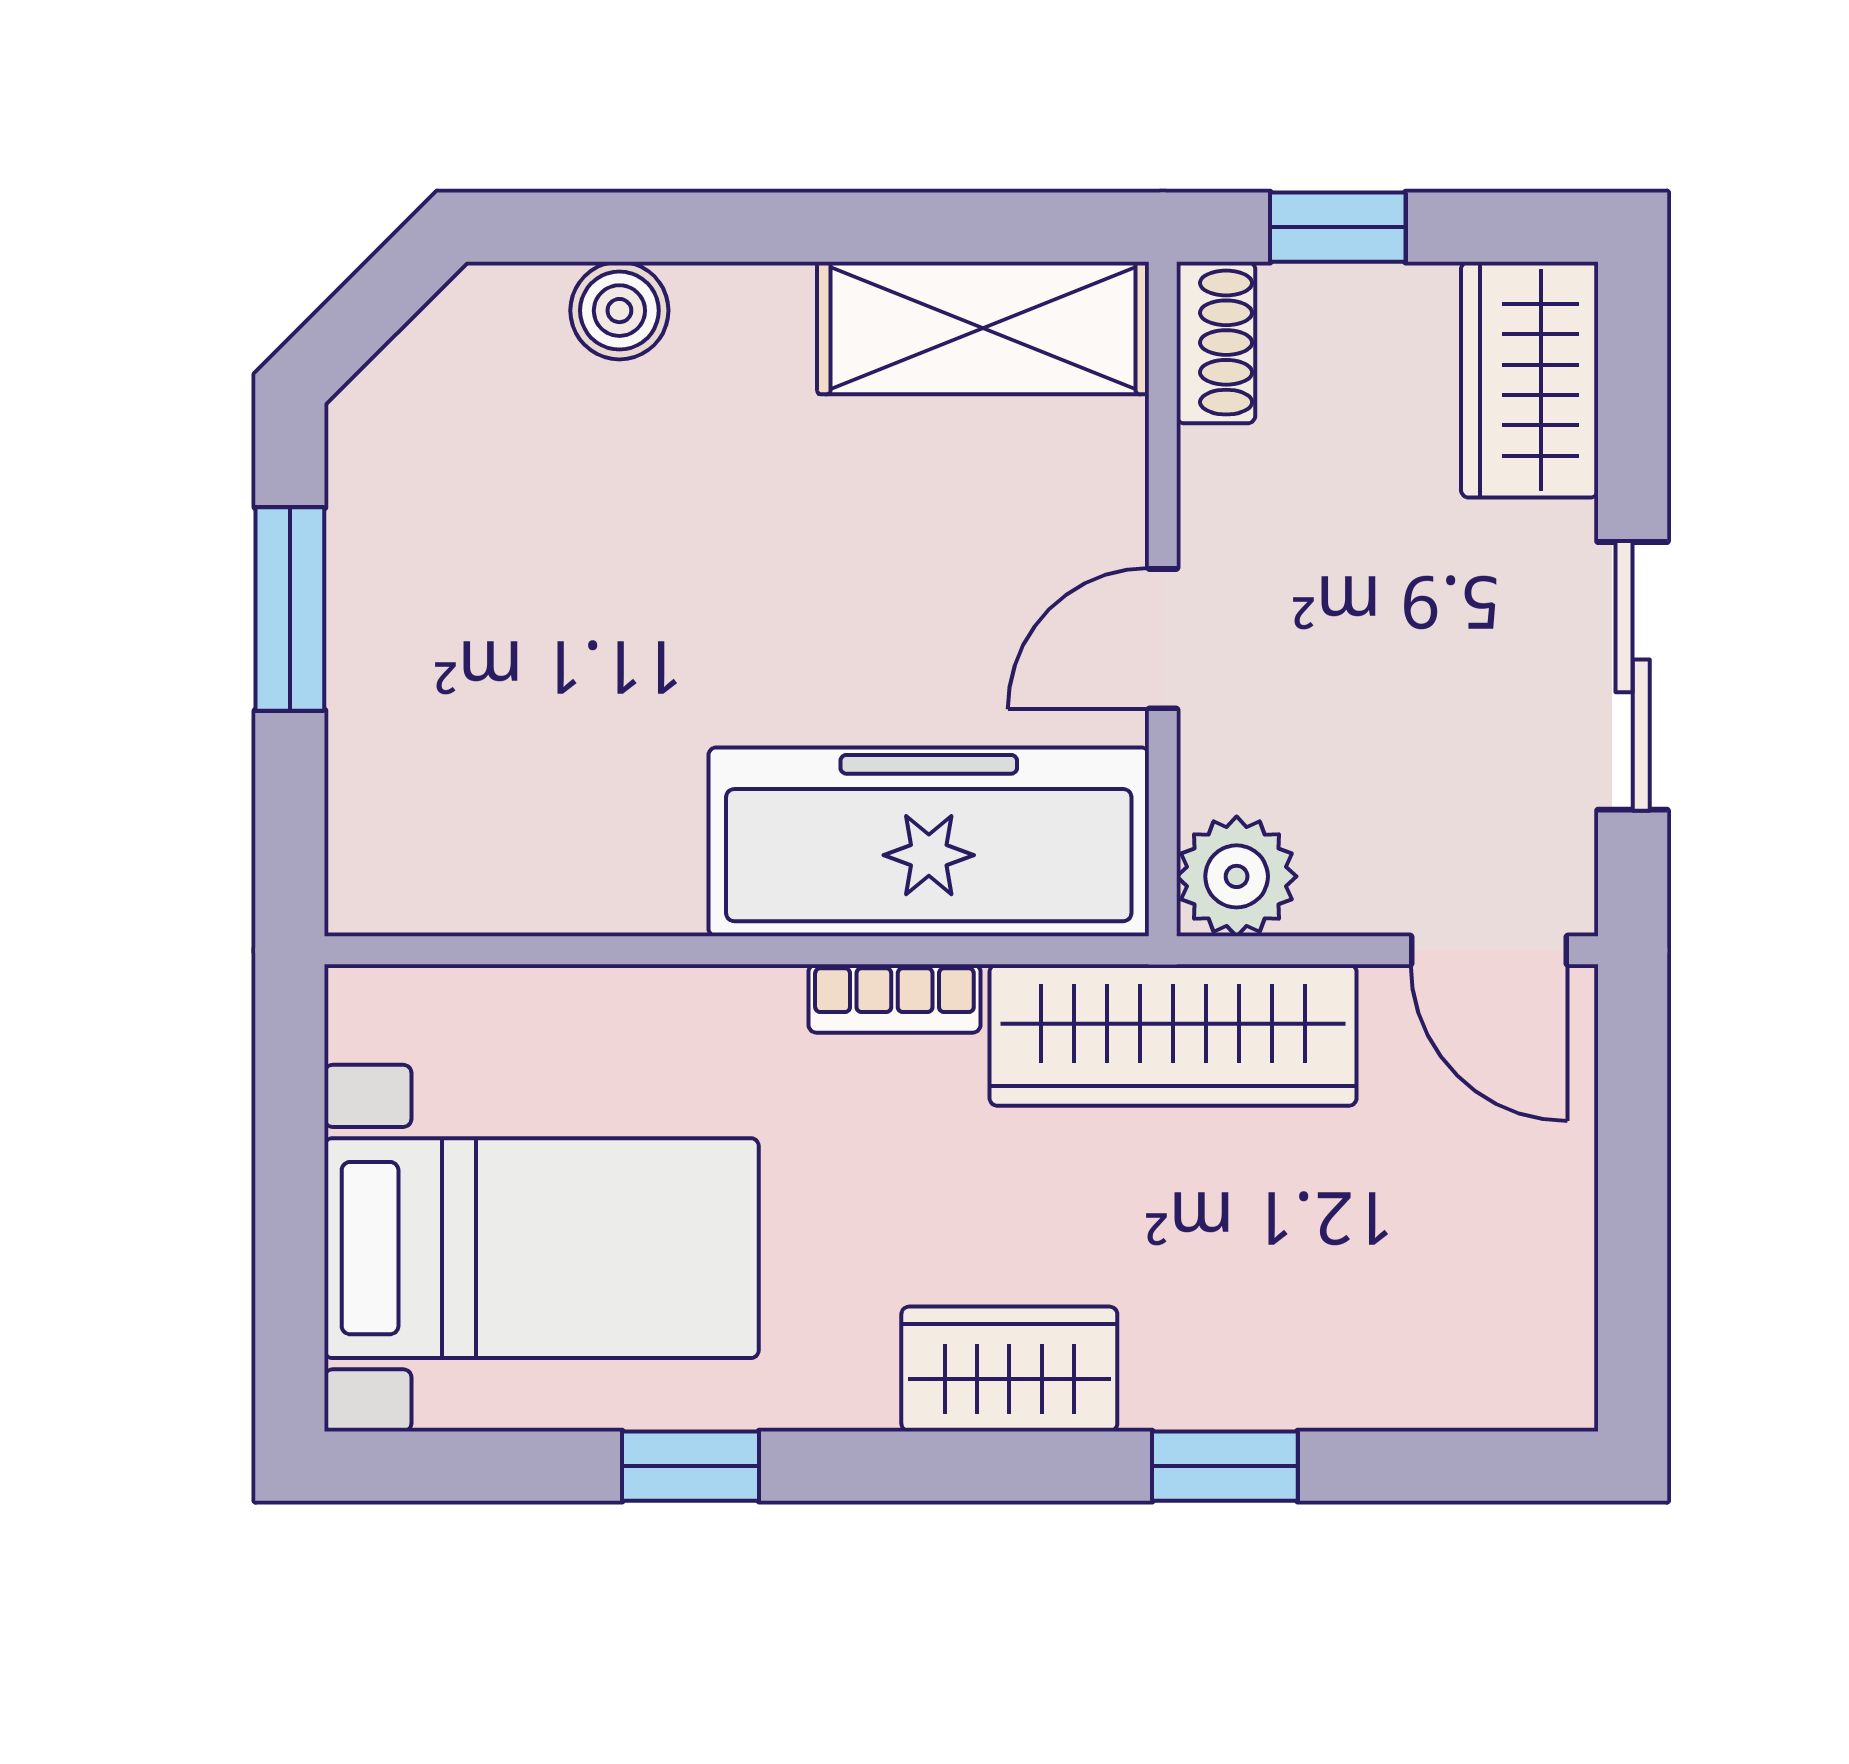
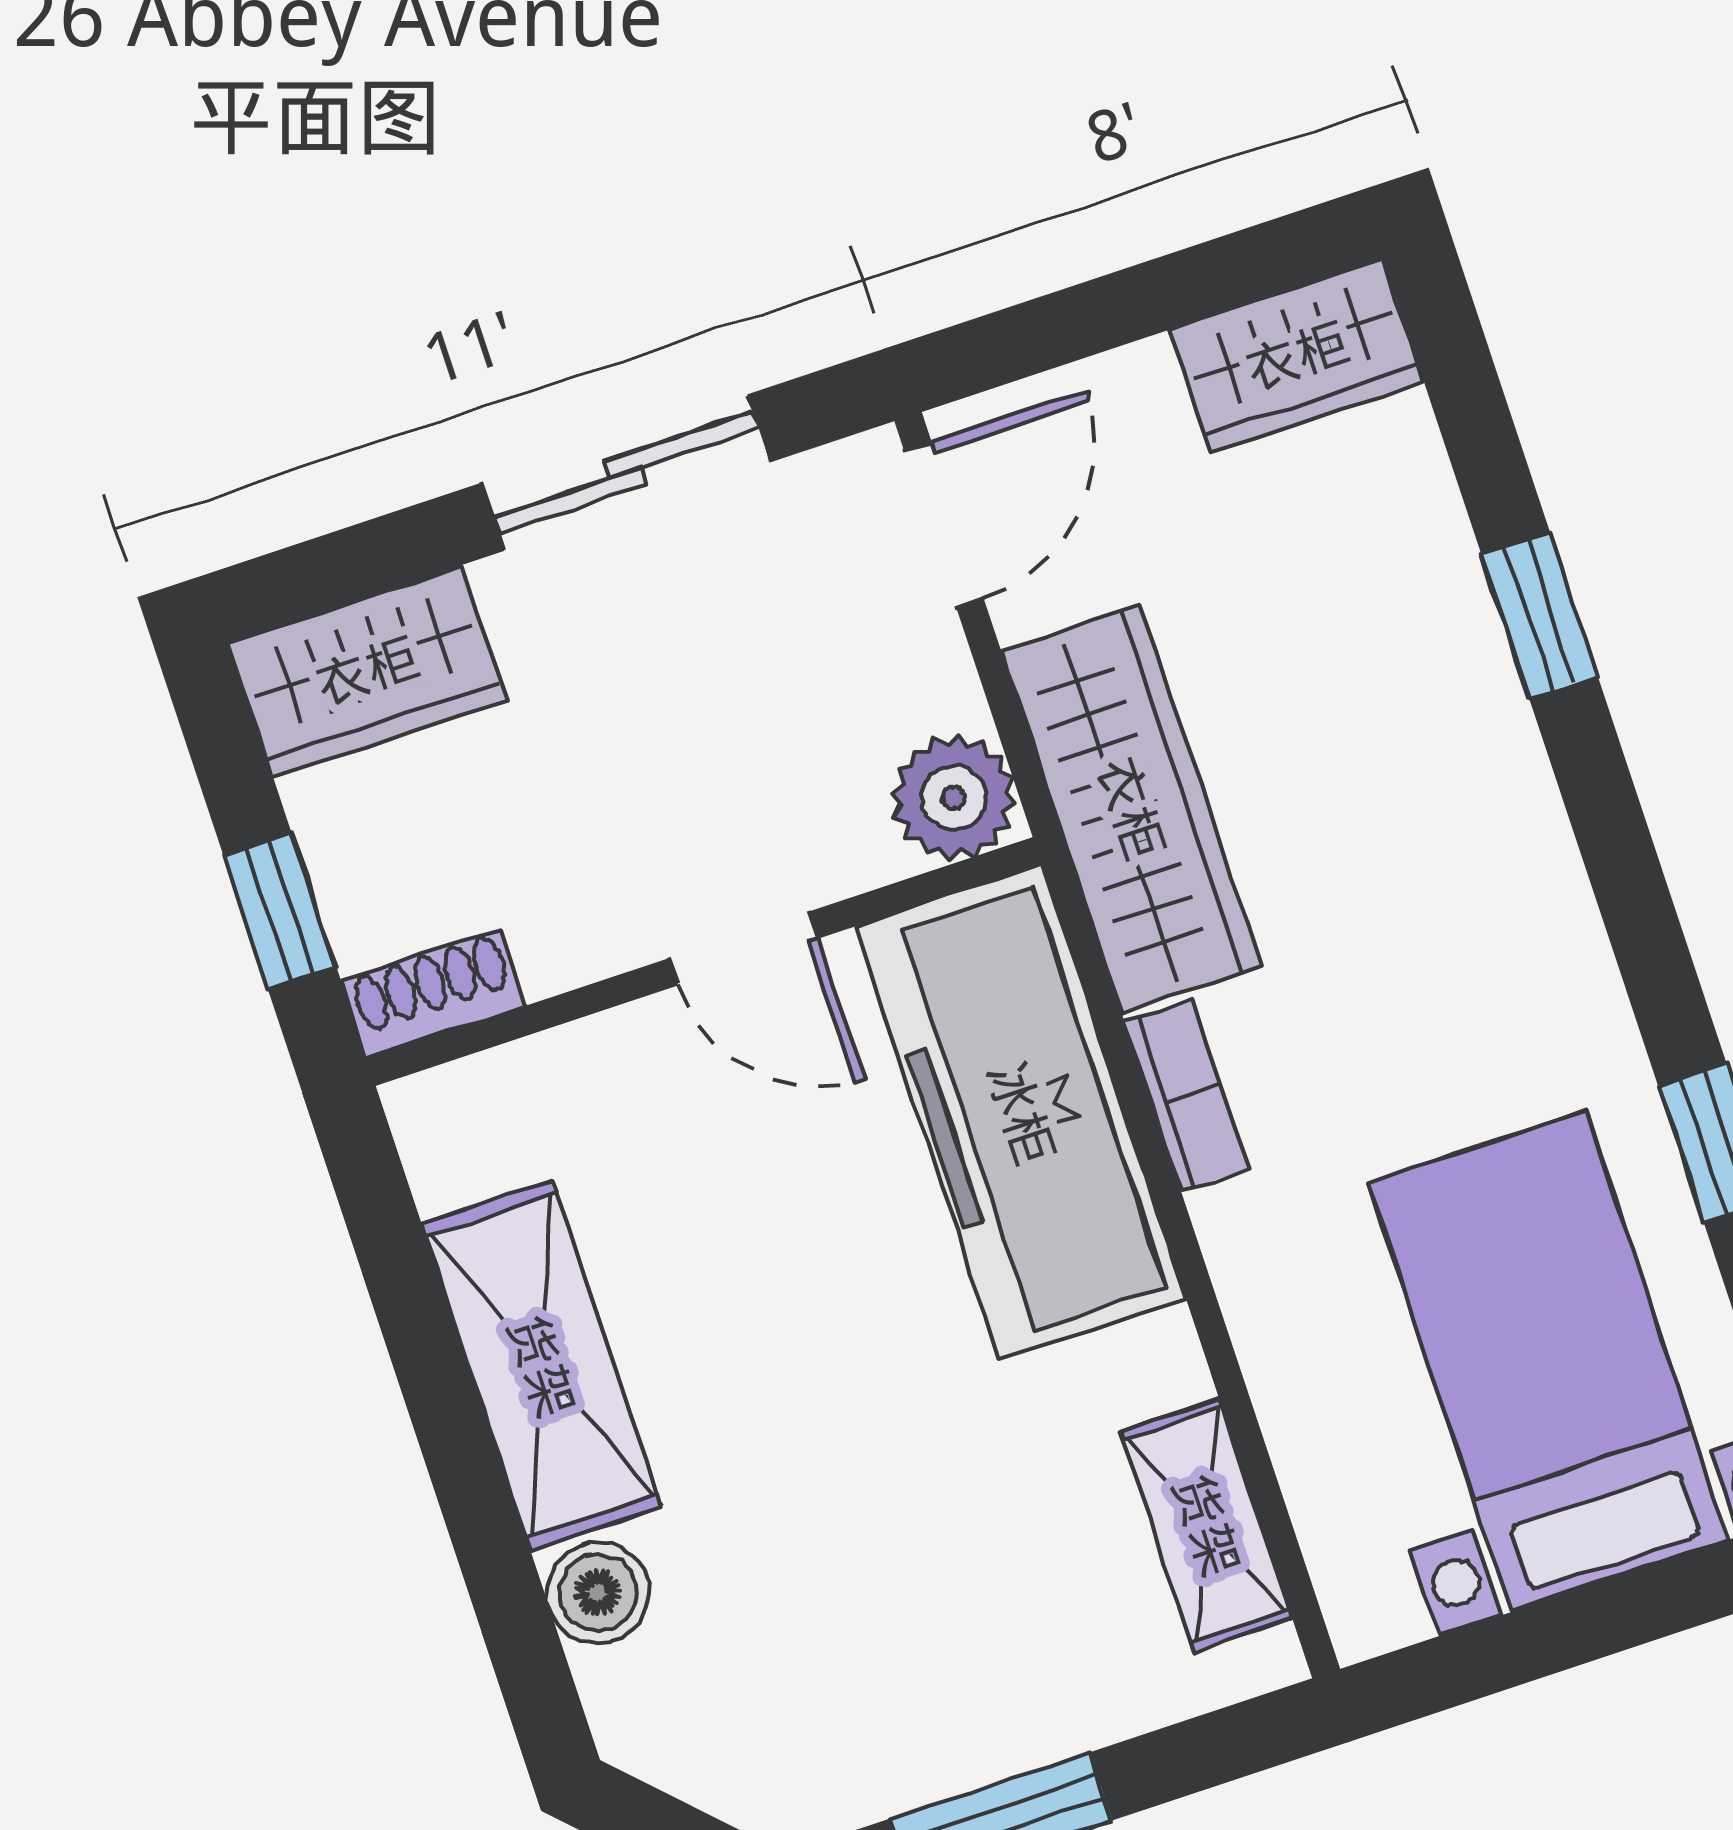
shelving: (983, 328) -> (542, 1366), moved
shelving: (496, 886) -> (1207, 1525), added
wardrobe: (1009, 1369) -> (1297, 356), moved, turned -90

